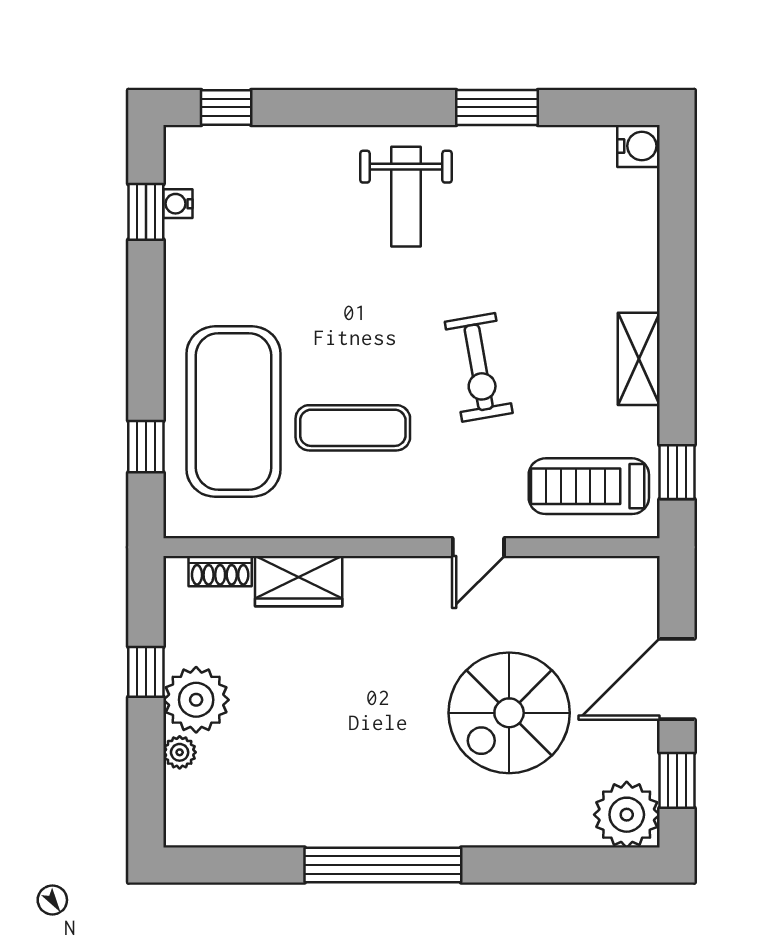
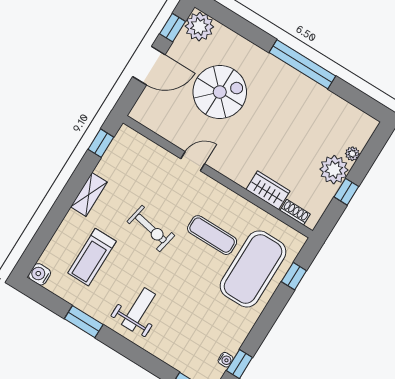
exercise bike: (479, 367) -> (151, 228), turned 111
treadmill: (589, 486) -> (92, 257), moved, turned 90

